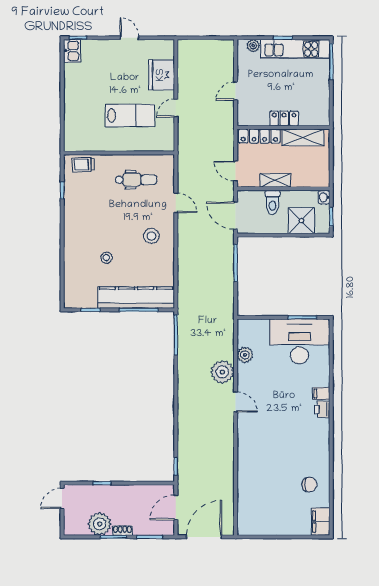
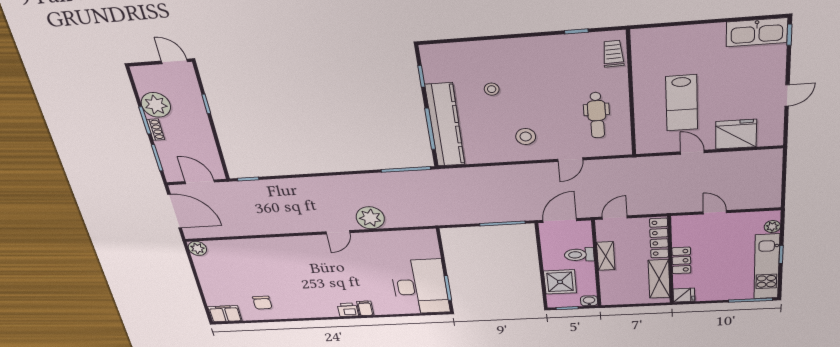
kitchen sink: (72, 51) -> (757, 32), width x1.87, depth x1.24
fridge: (322, 117) -> (684, 295), added
plant: (245, 355) -> (197, 248), moved

